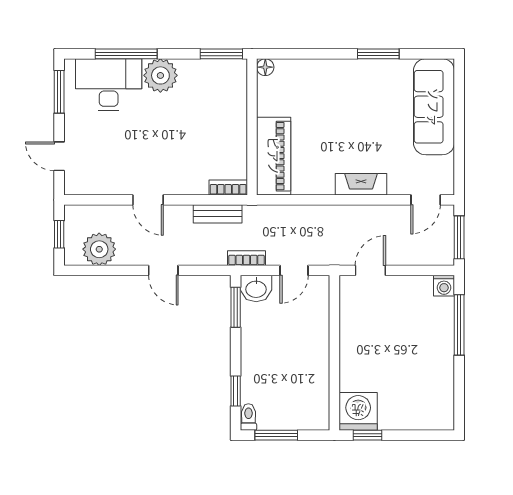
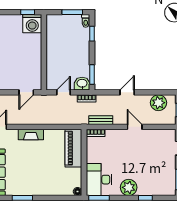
window: (126, 54) -> (145, 198), width x0.46
desk: (109, 85) -> (99, 180), moved, turned 90
door: (163, 270) -> (127, 92), hinge flipped

